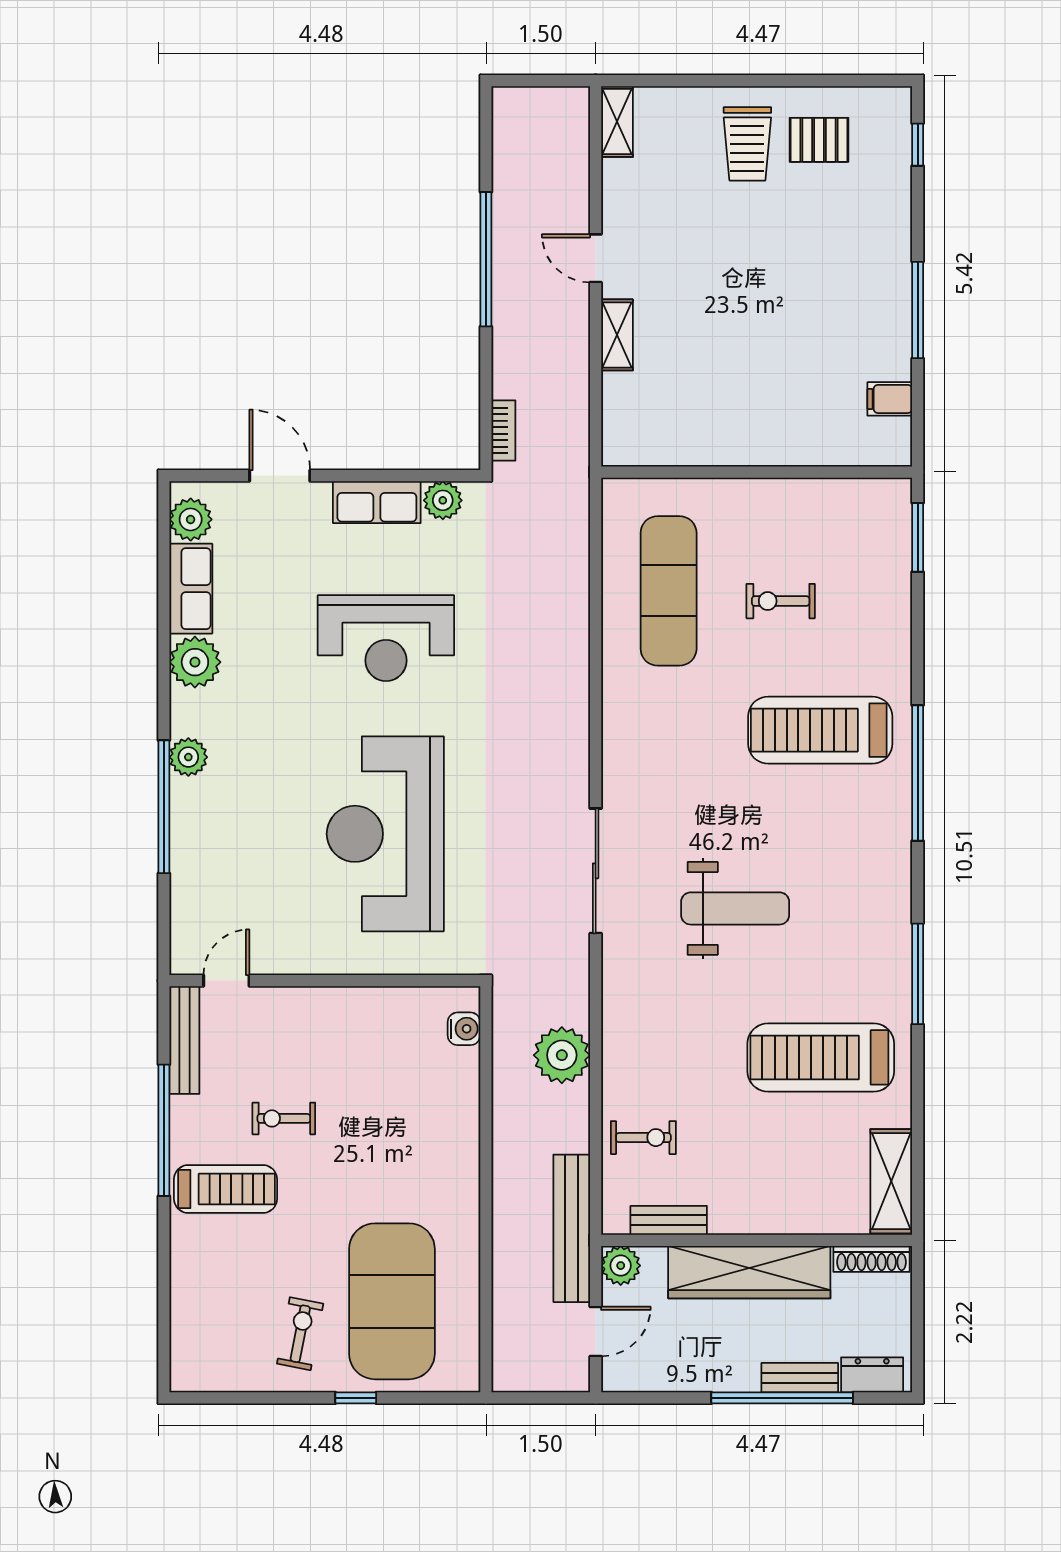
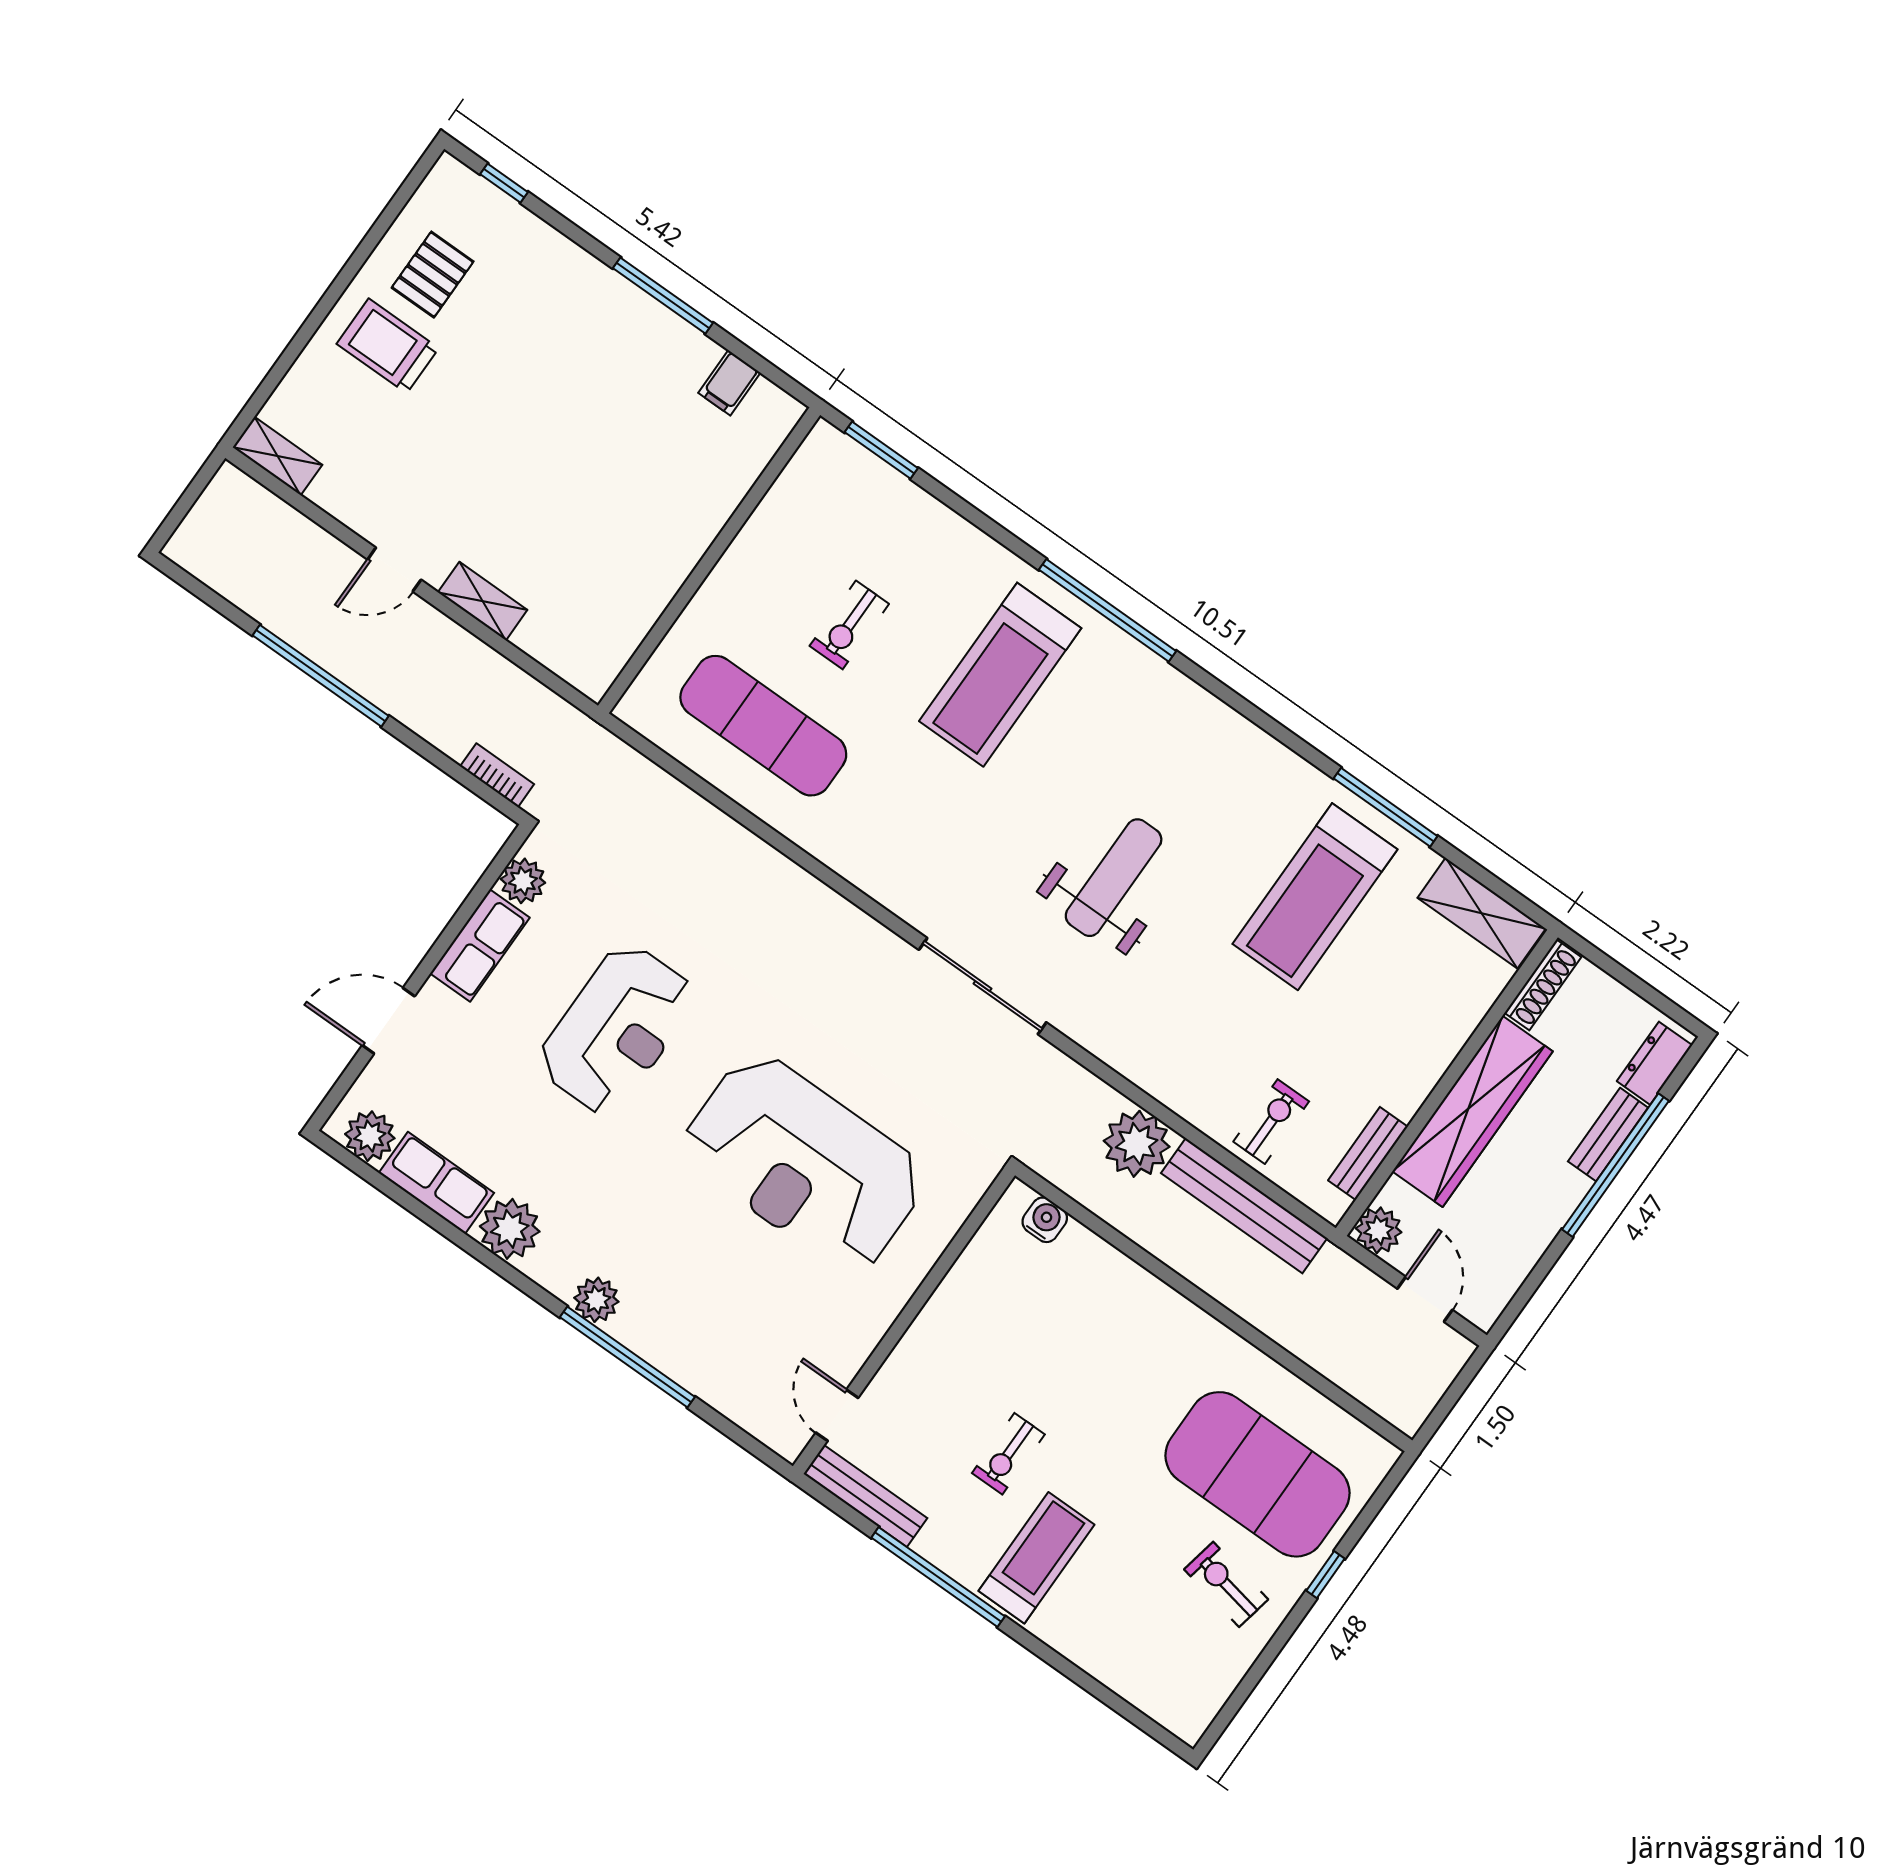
trolley: (747, 144) -> (388, 346), turned 180
window: (918, 974) -> (1386, 807), moved
bench: (572, 1228) -> (1244, 1206), moved

